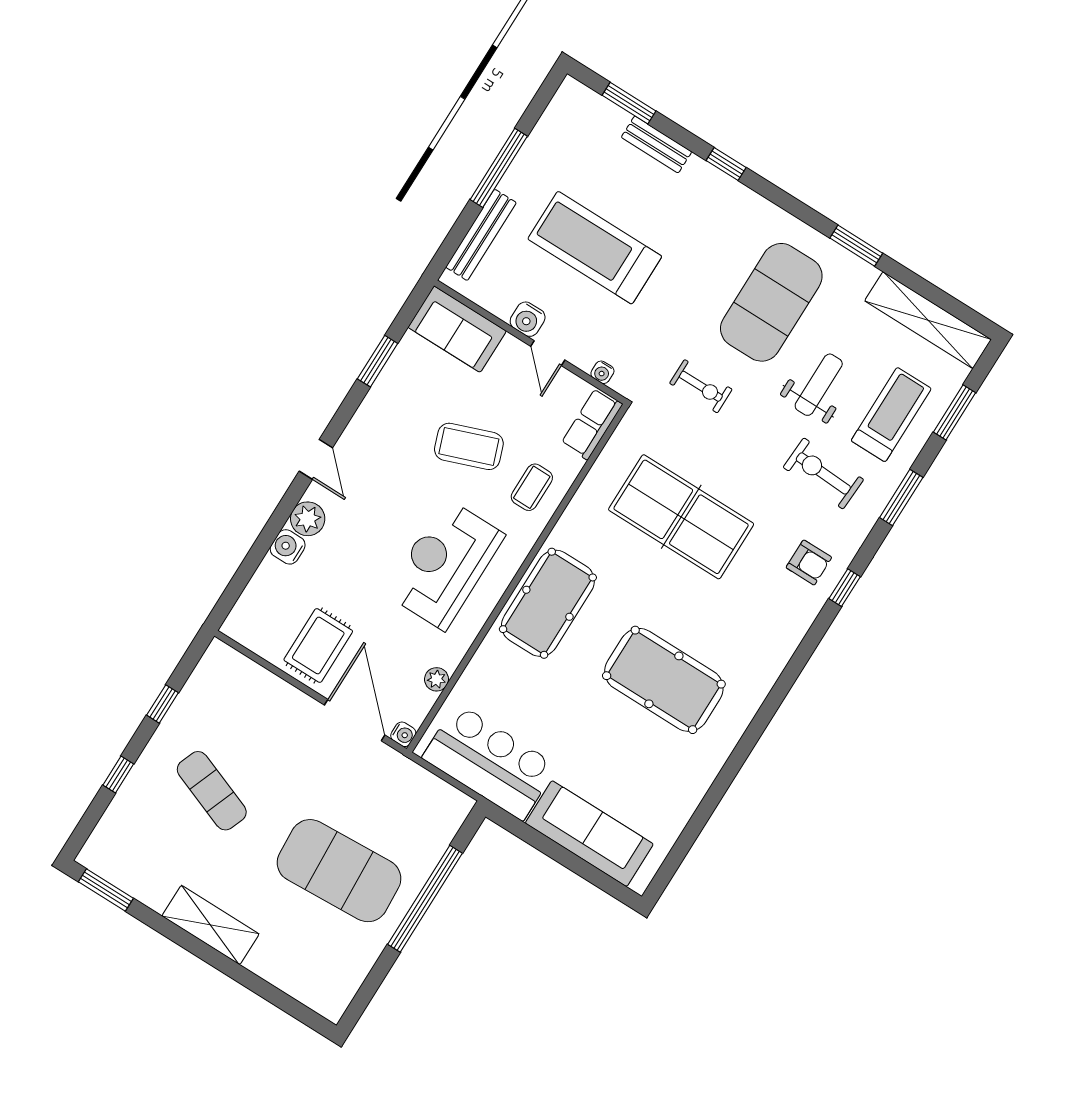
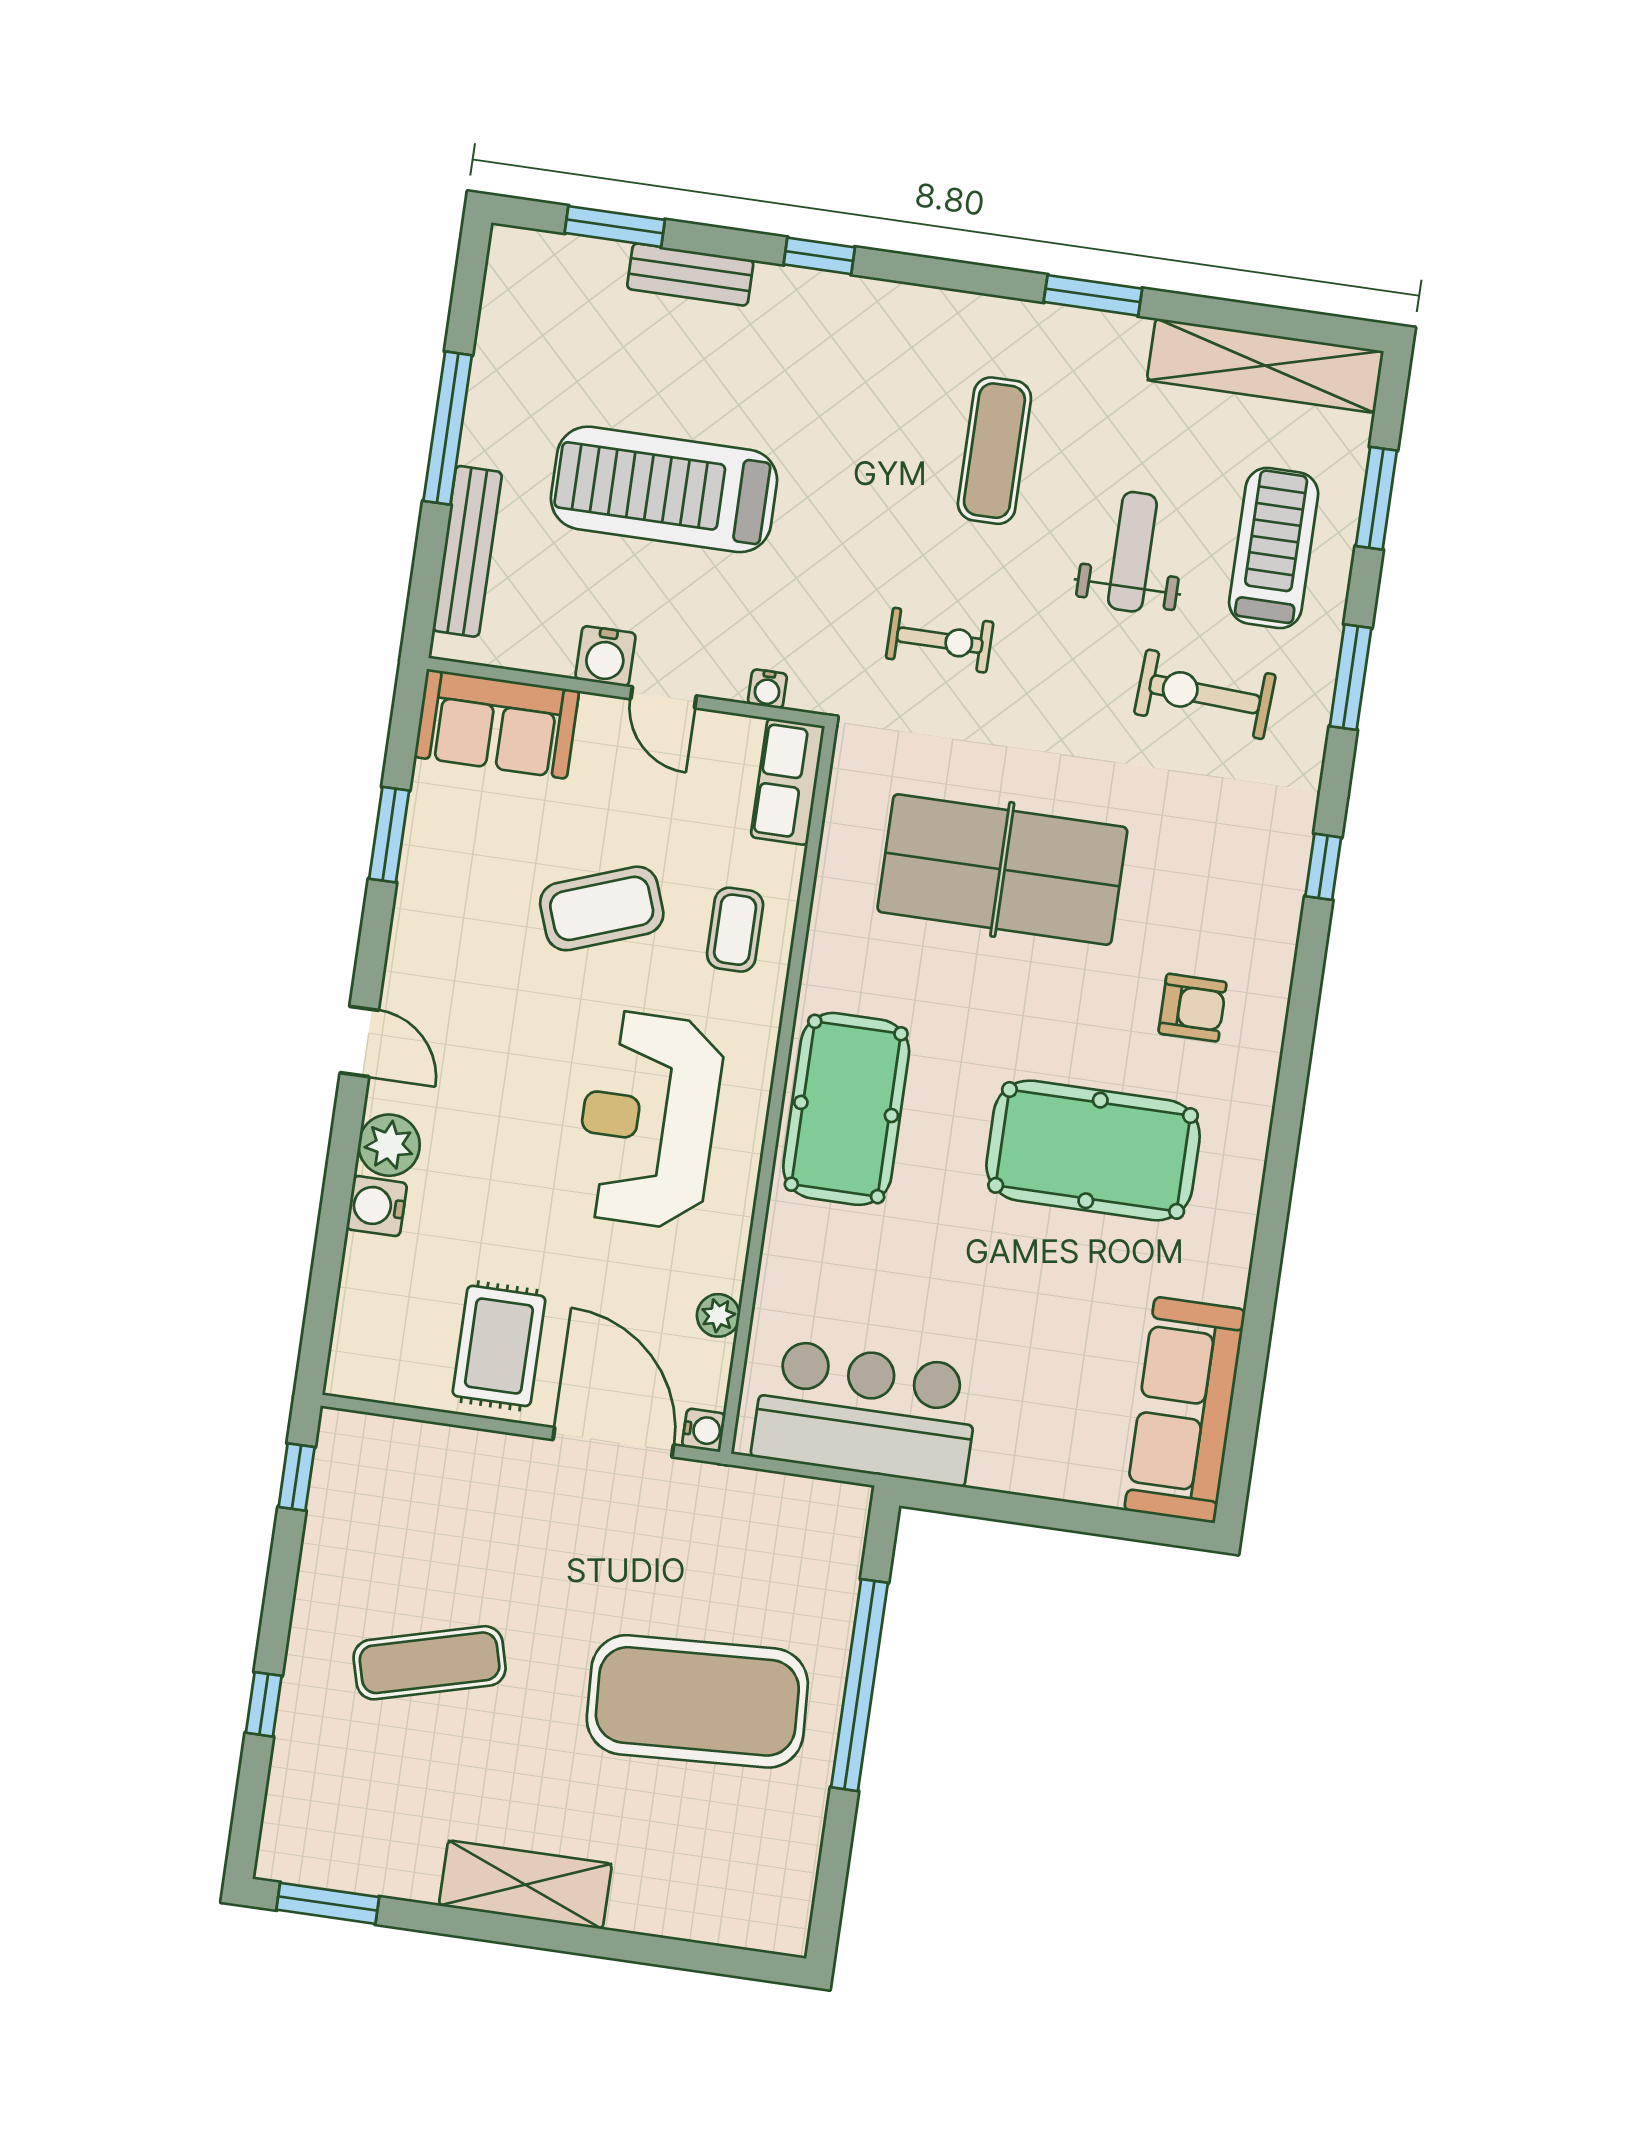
exercise mat: (771, 302) -> (994, 451), width x0.50, depth x0.69
armchair: (809, 562) -> (1192, 1008), moved
window: (163, 704) -> (297, 1477), moved
exercise mat: (212, 791) -> (430, 1663), turned -36
sofa: (589, 834) -> (1185, 1410), moved, turned -90

